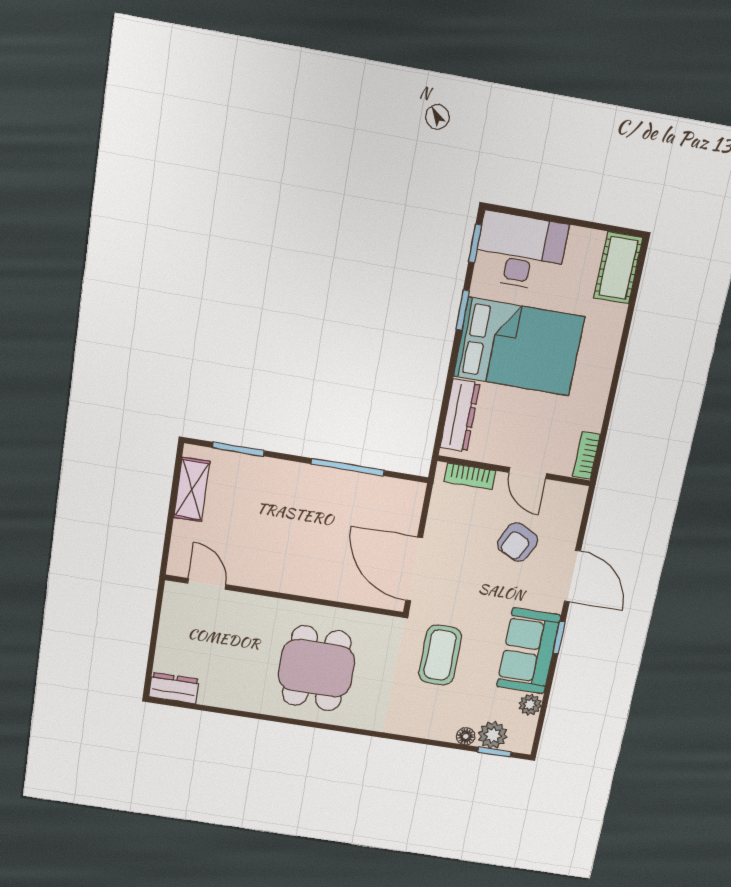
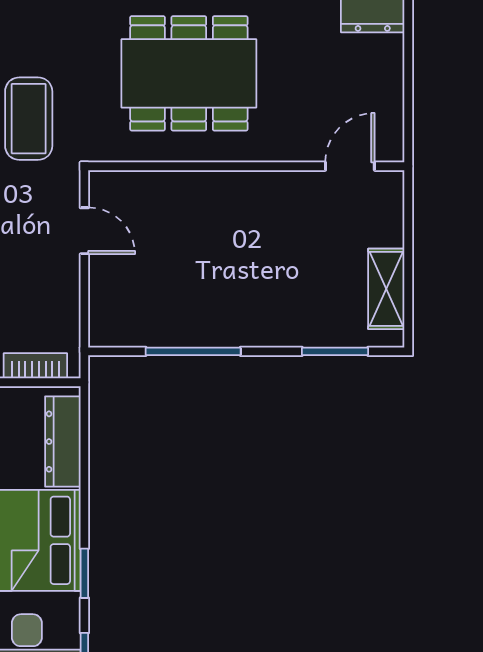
door: (414, 569) -> (84, 231), width x0.53
door: (207, 584) -> (350, 166), swing flipped
dining table: (316, 668) -> (189, 73), width x1.37

